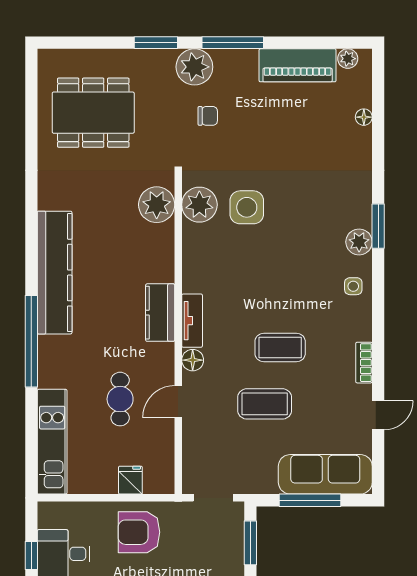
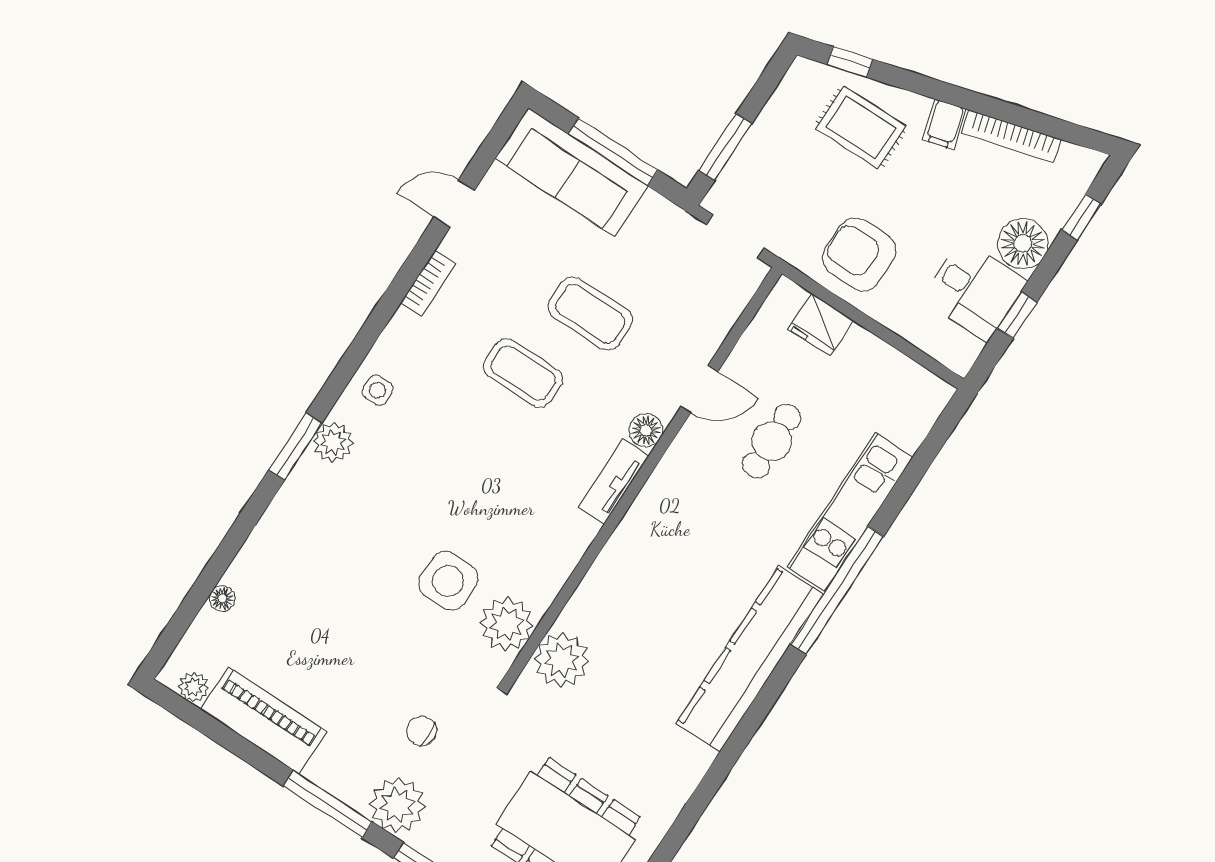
kitchen counter: (160, 313) -> (648, 519), removed
kitchen unit: (52, 442) -> (850, 512), moved
fridge: (130, 480) -> (821, 325), width x1.38
armchair: (139, 532) -> (859, 255), turned 180

